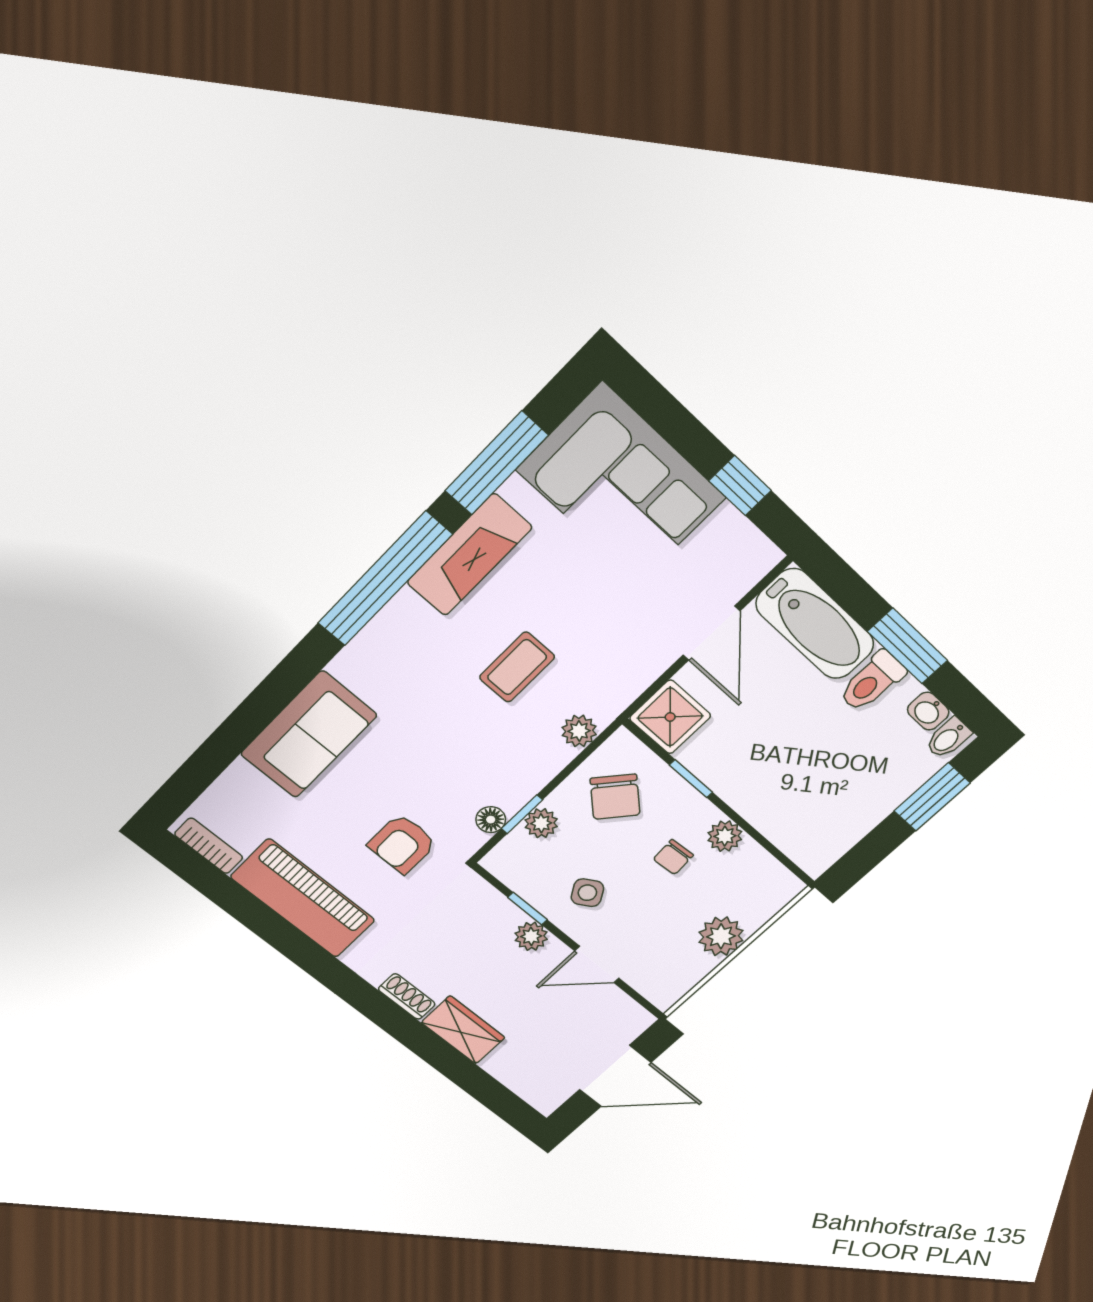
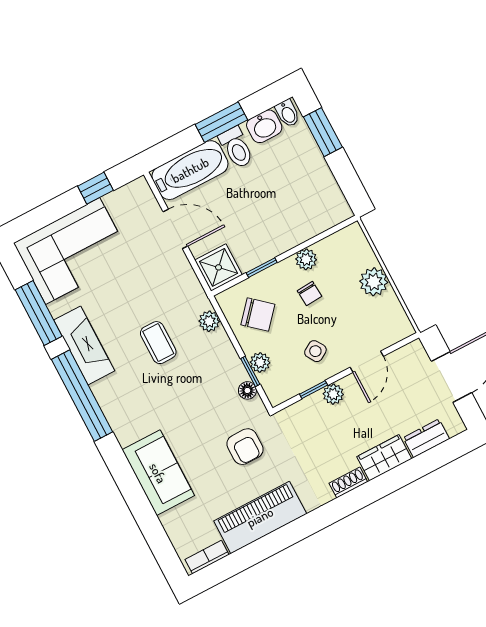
washbasin: (928, 711) -> (264, 126), width x1.38, depth x1.45
dresser: (513, 1073) -> (426, 438), added

